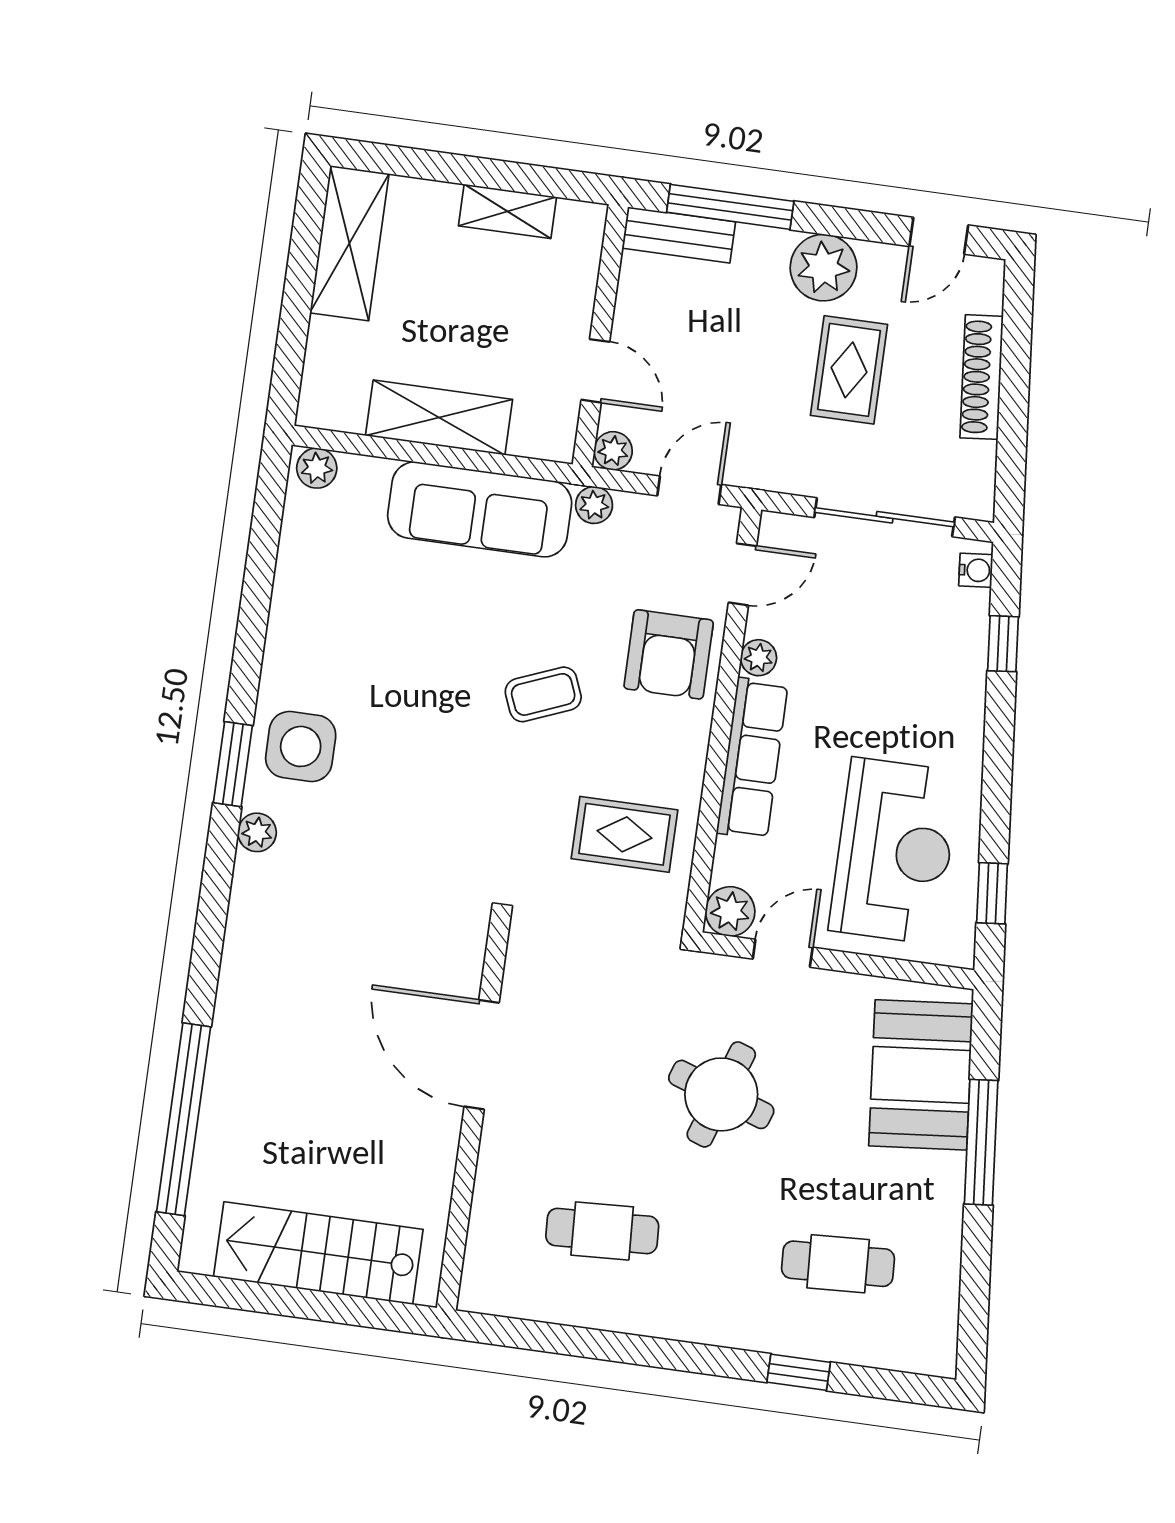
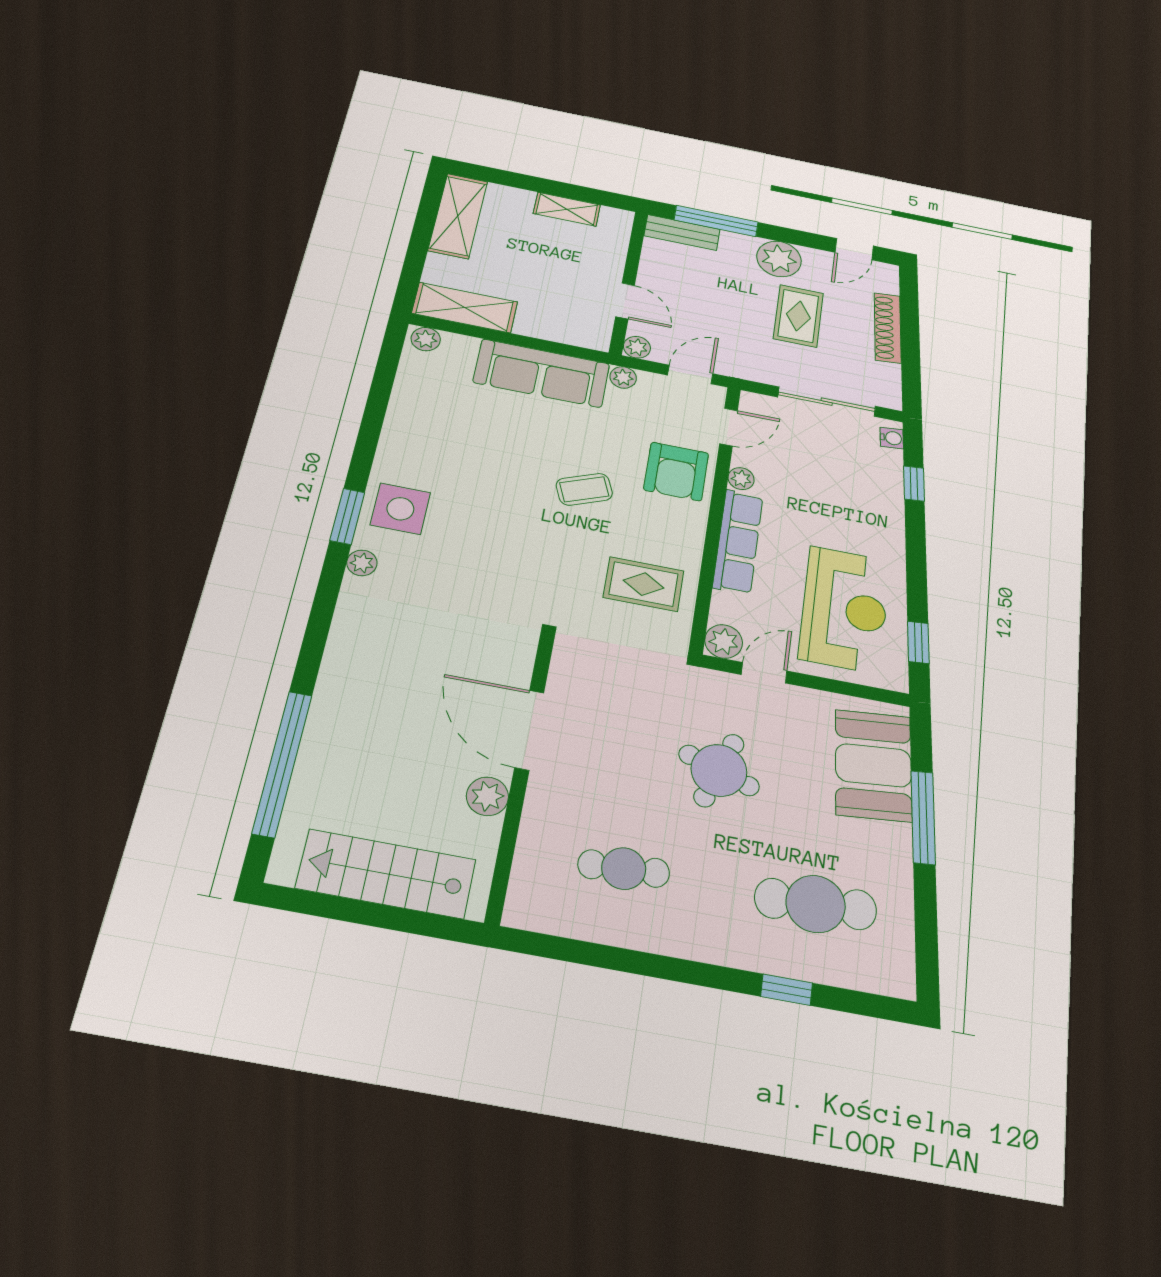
shelving: (439, 418) -> (465, 308), moved
plant: (434, 1147) -> (487, 796), added
cafe table: (838, 1264) -> (816, 904), width x1.37, depth x1.35

